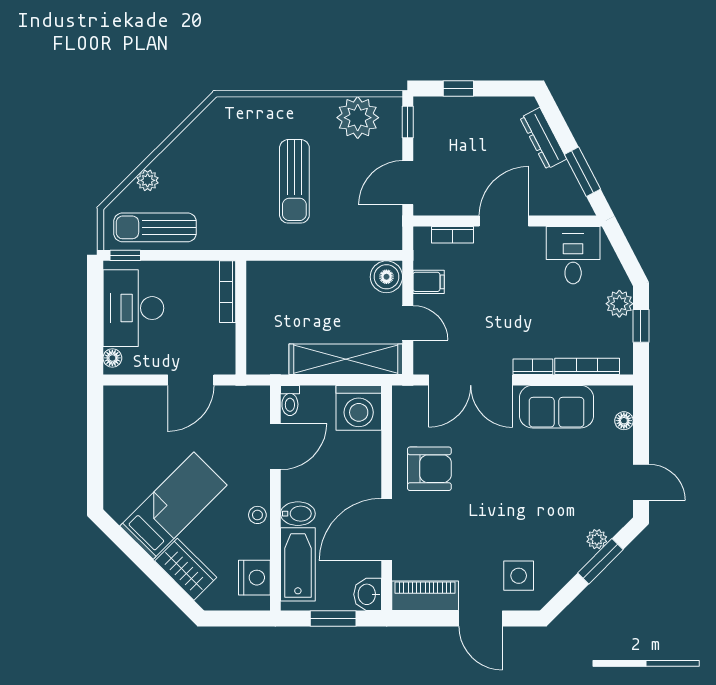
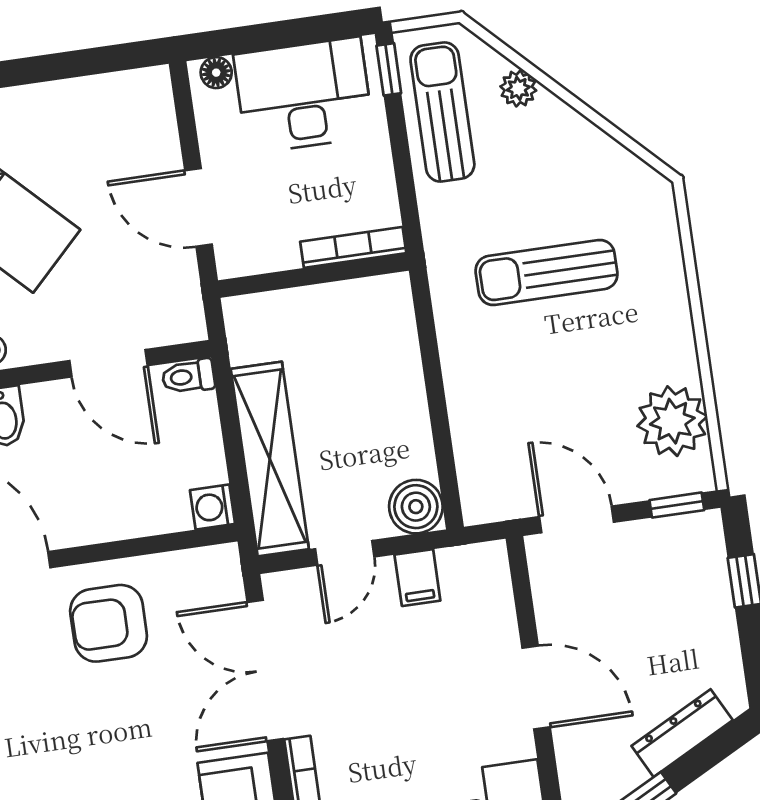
sun lounger: (294, 181) -> (547, 272), moved
bookcase: (453, 235) -> (501, 606), removed
washing machine: (359, 408) -> (213, 507), width x0.53, depth x0.53
armchair: (429, 469) -> (109, 623), turned 90

